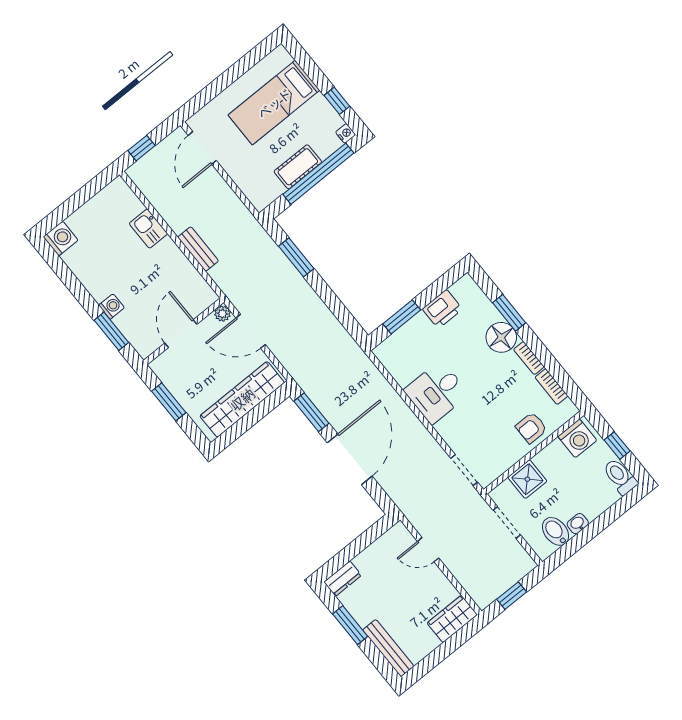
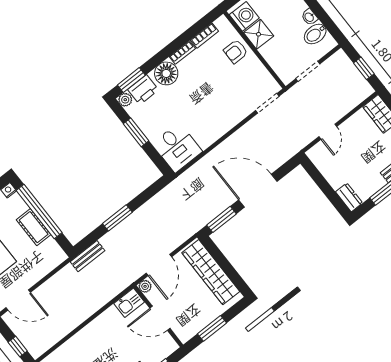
kitchen sink: (148, 229) -> (129, 303), moved
bench: (198, 249) -> (88, 256), moved
window: (296, 257) -> (117, 218), moved
plant: (466, 284) -> (125, 100), added
printer: (442, 309) -> (143, 90), moved, turned 90
window: (509, 313) -> (131, 80), moved
window: (402, 317) -> (136, 132), moved
desk: (436, 392) -> (177, 148), moved
armchair: (531, 428) -> (236, 51), turned 90
shower: (527, 479) -> (259, 34), moved

